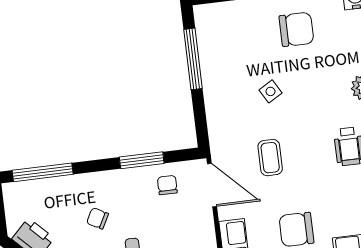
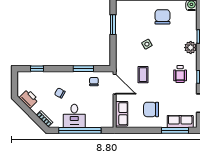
chair: (296, 29) -> (162, 17), turned -90
window: (193, 59) -> (113, 25), width x0.69
window: (43, 172) -> (37, 69), width x0.46

